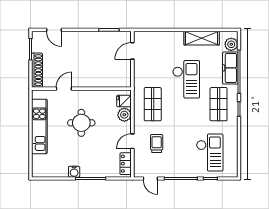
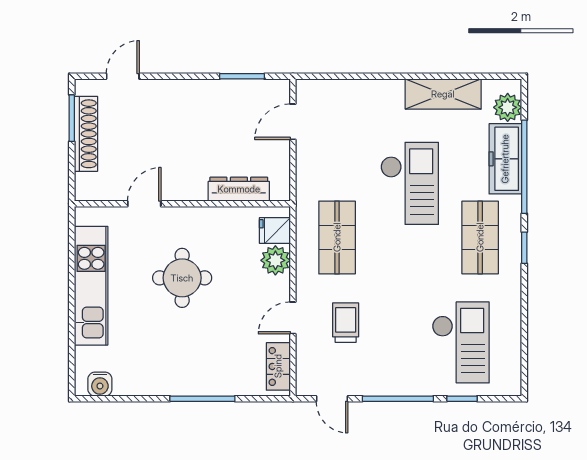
door: (54, 30) -> (123, 76), swing flipped
shoe rack: (37, 70) -> (86, 134), moved
dresser: (107, 82) -> (239, 189), added
water cooler: (74, 172) -> (100, 384), moved

